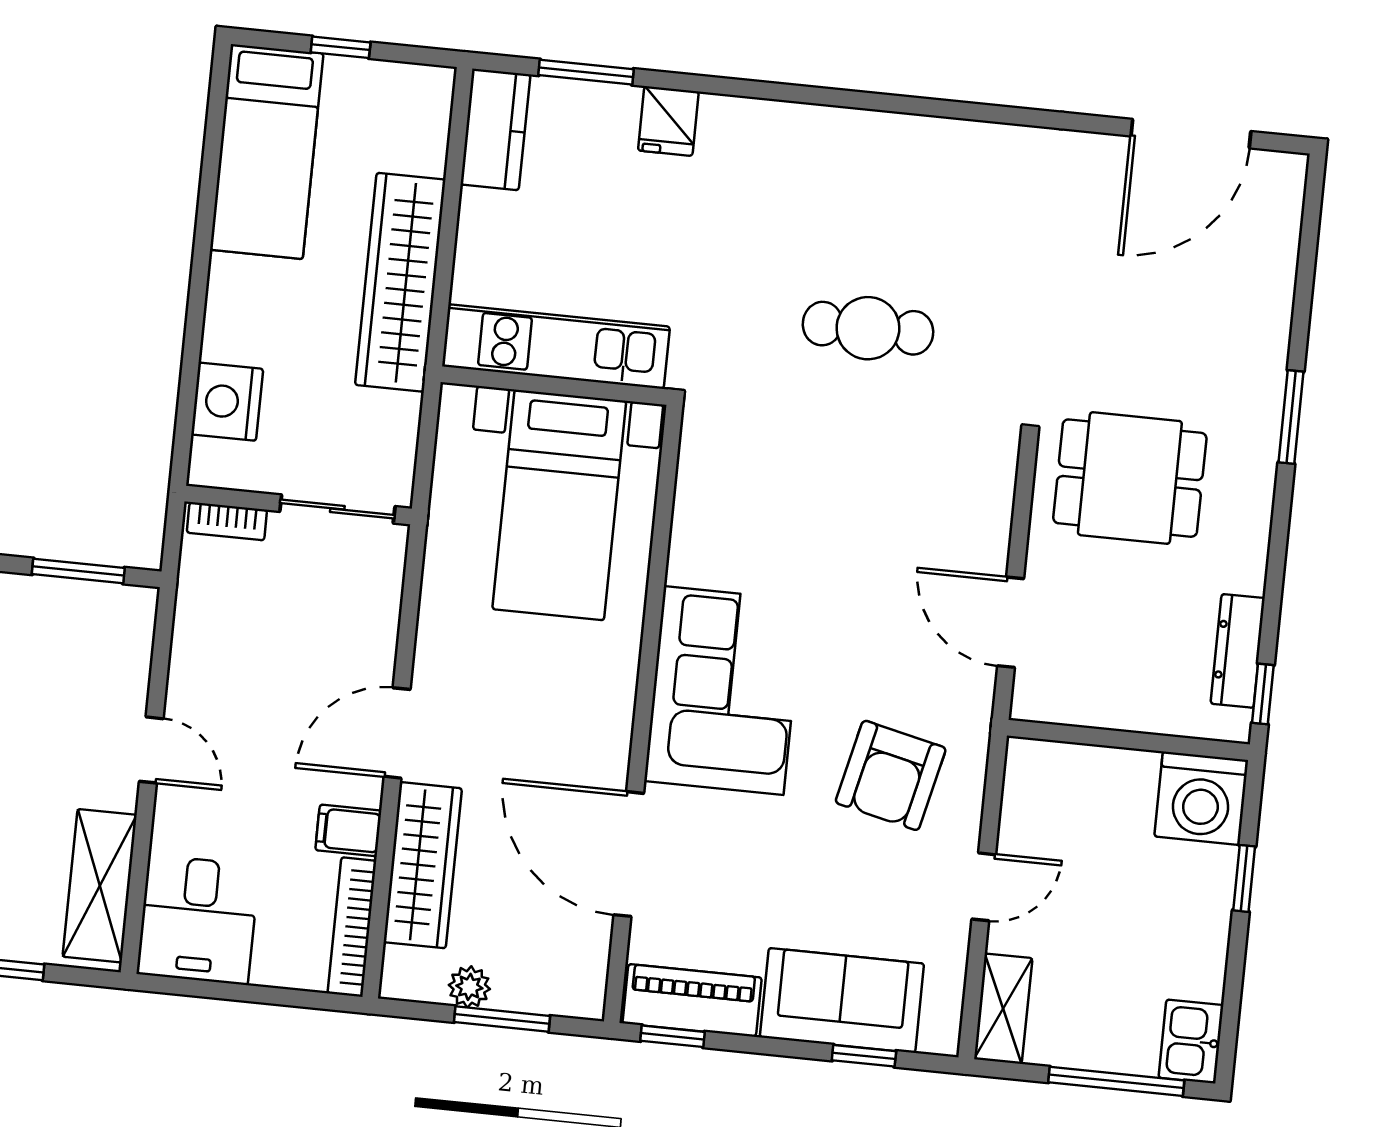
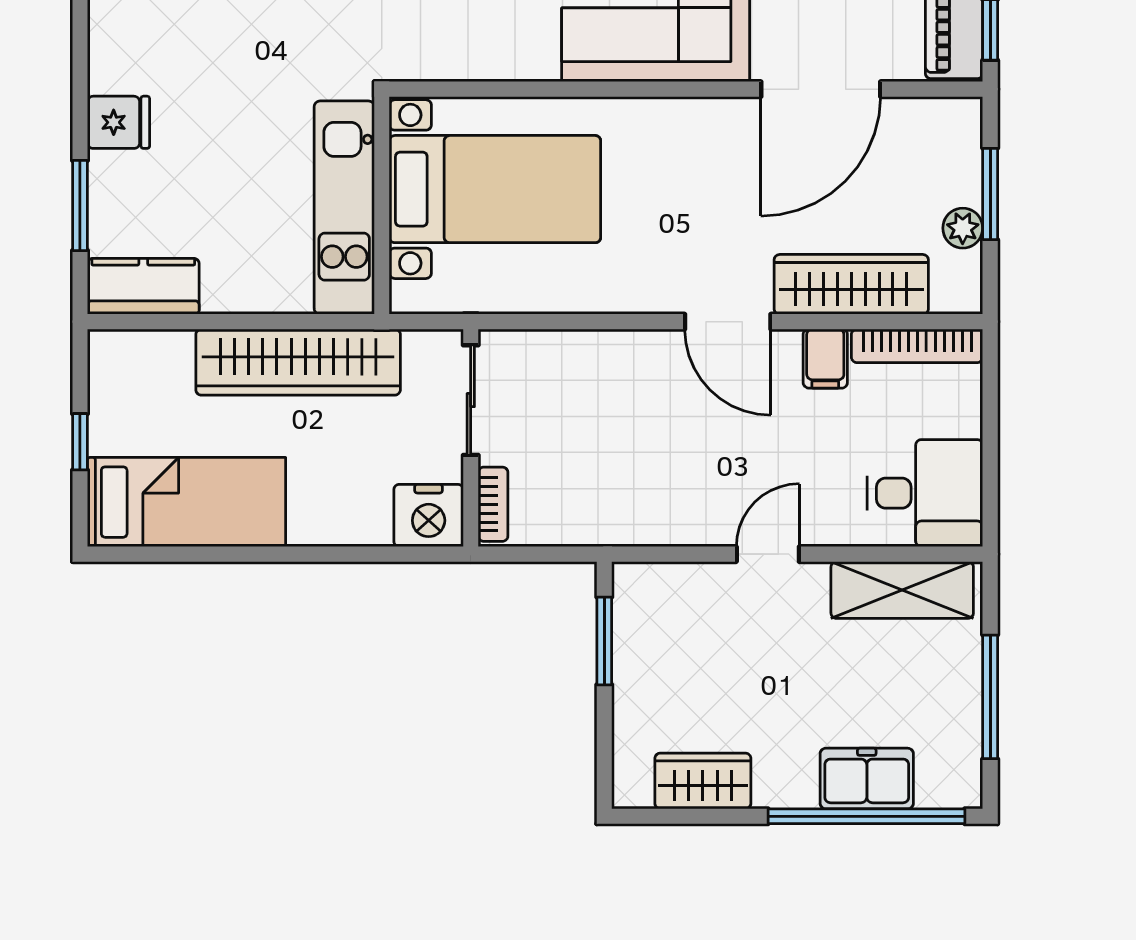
wall: (298, 505) -> (471, 438), moved
sliding door: (337, 509) -> (471, 400), moved
bookcase: (227, 521) -> (493, 504), moved

